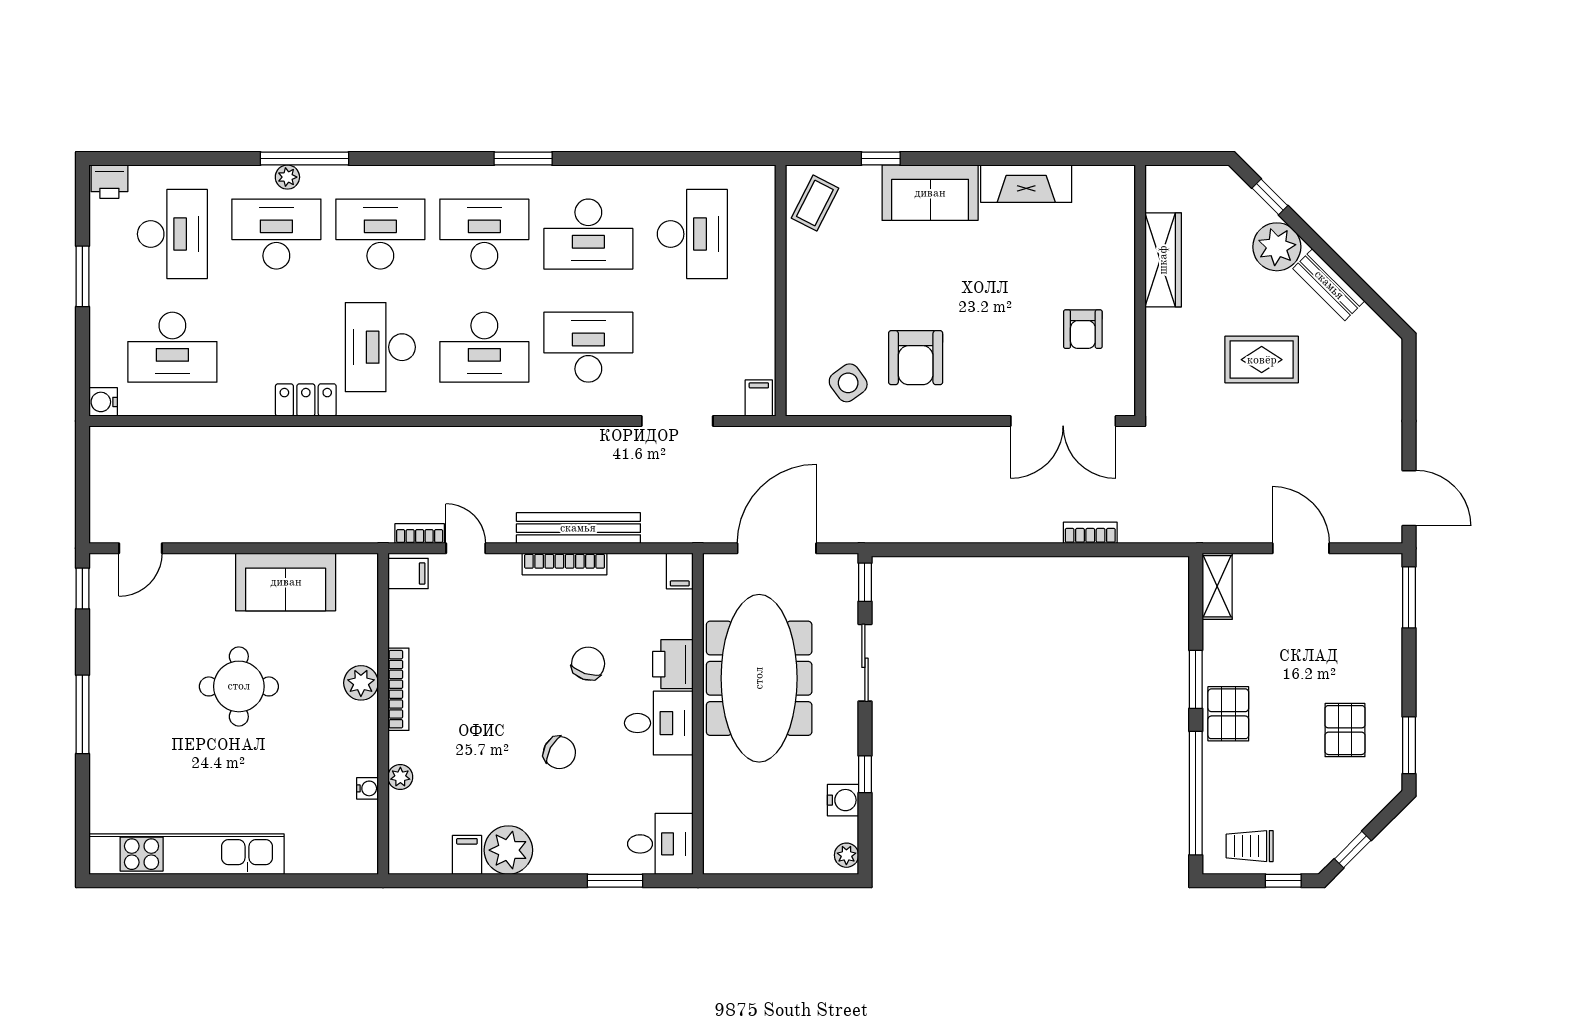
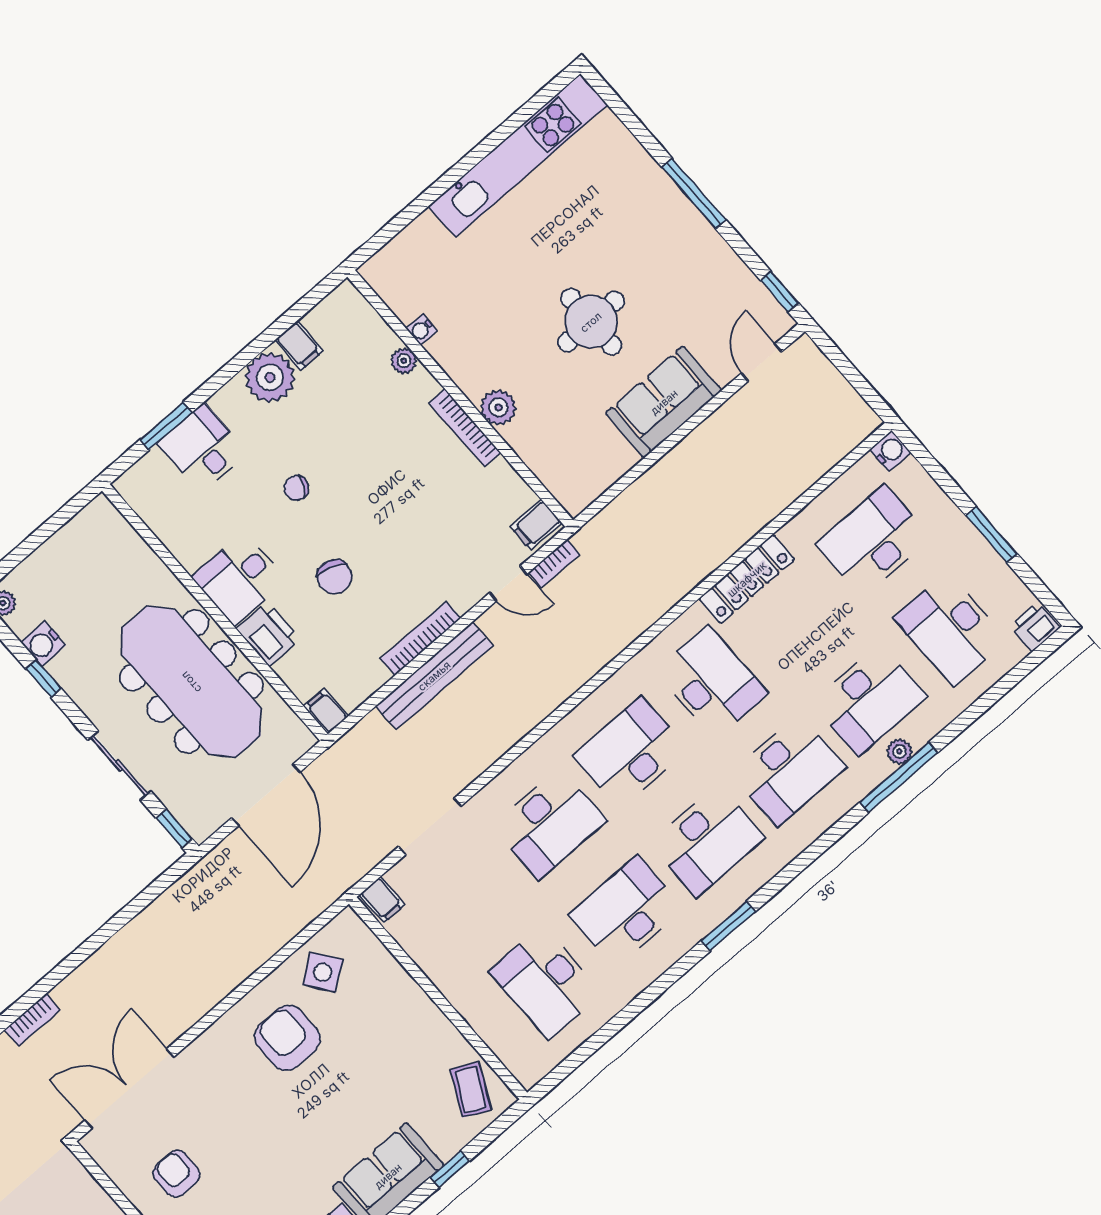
locker: (306, 400) -> (747, 579), width x1.53
sofa: (286, 582) -> (664, 402), moved
chair: (559, 753) -> (296, 488), width x0.73, depth x0.73
desk: (660, 844) -> (202, 448), moved, turned 90

